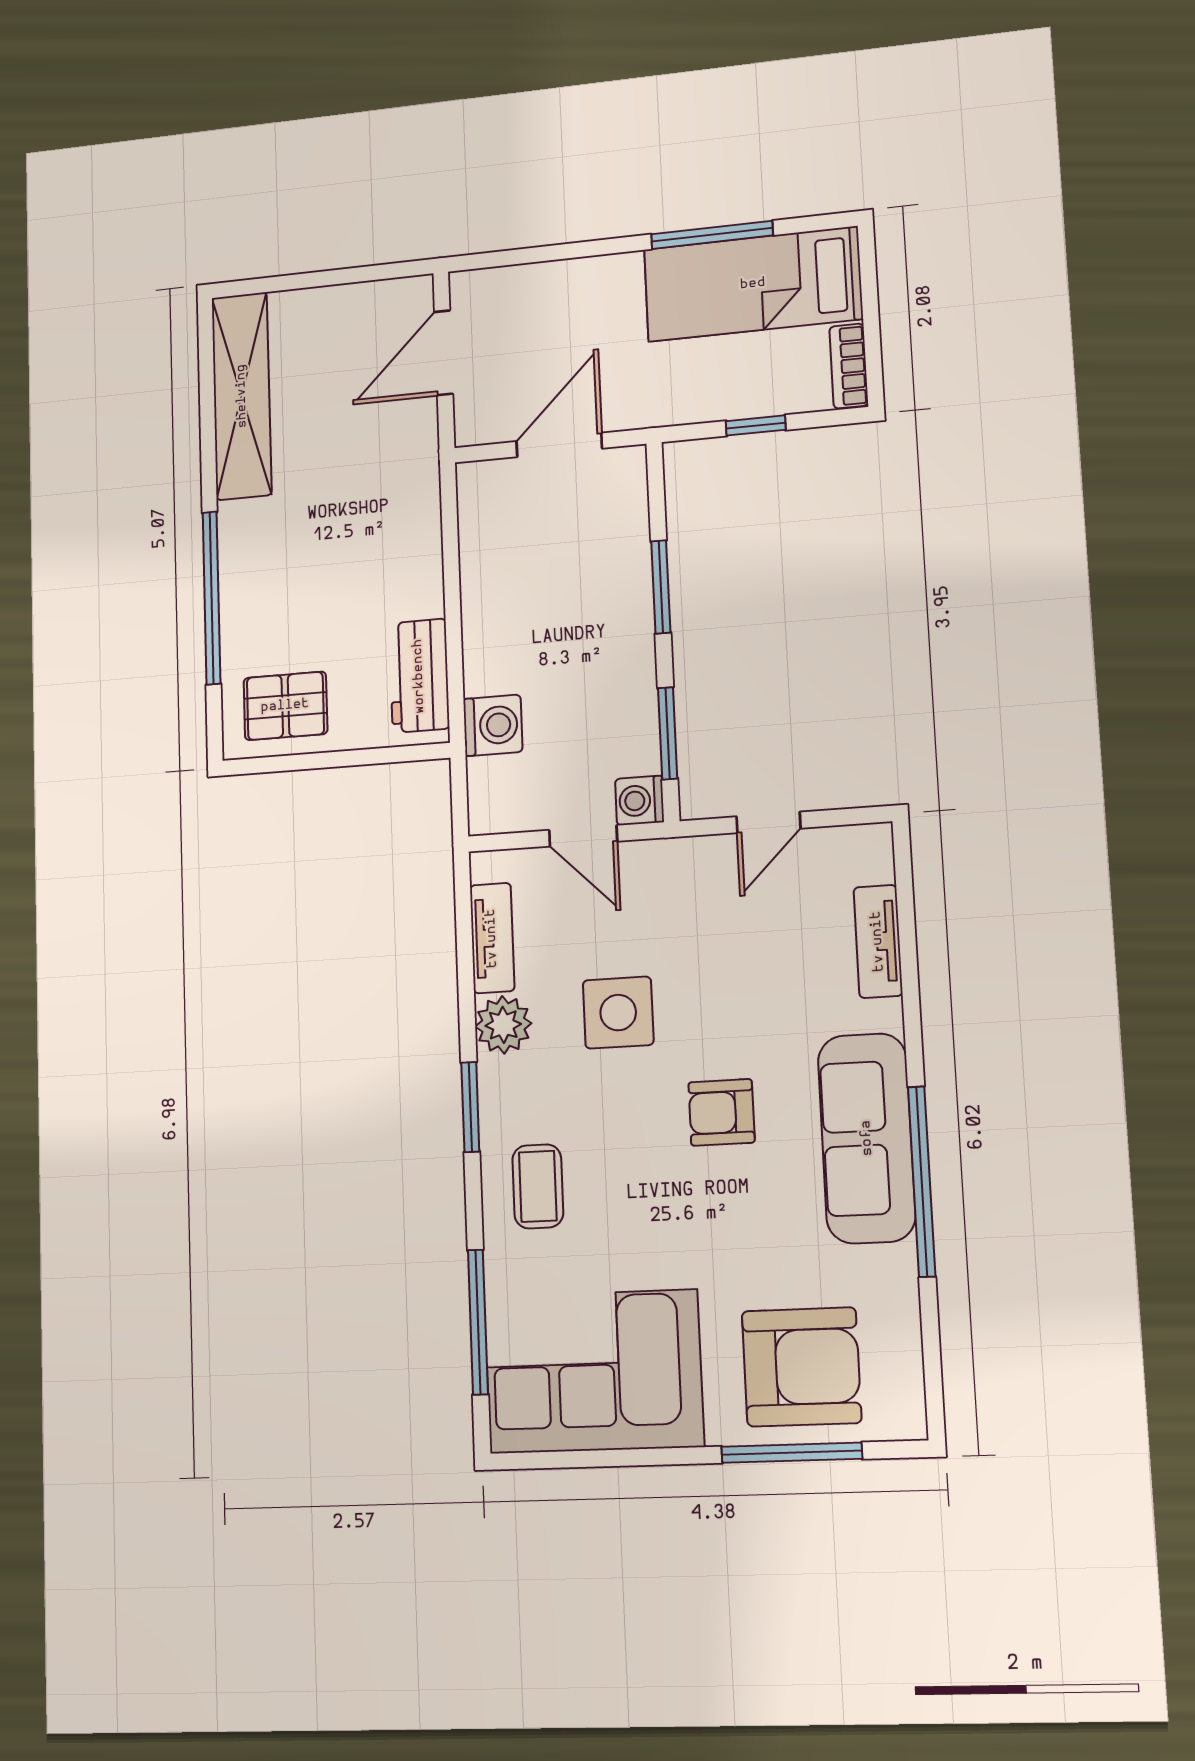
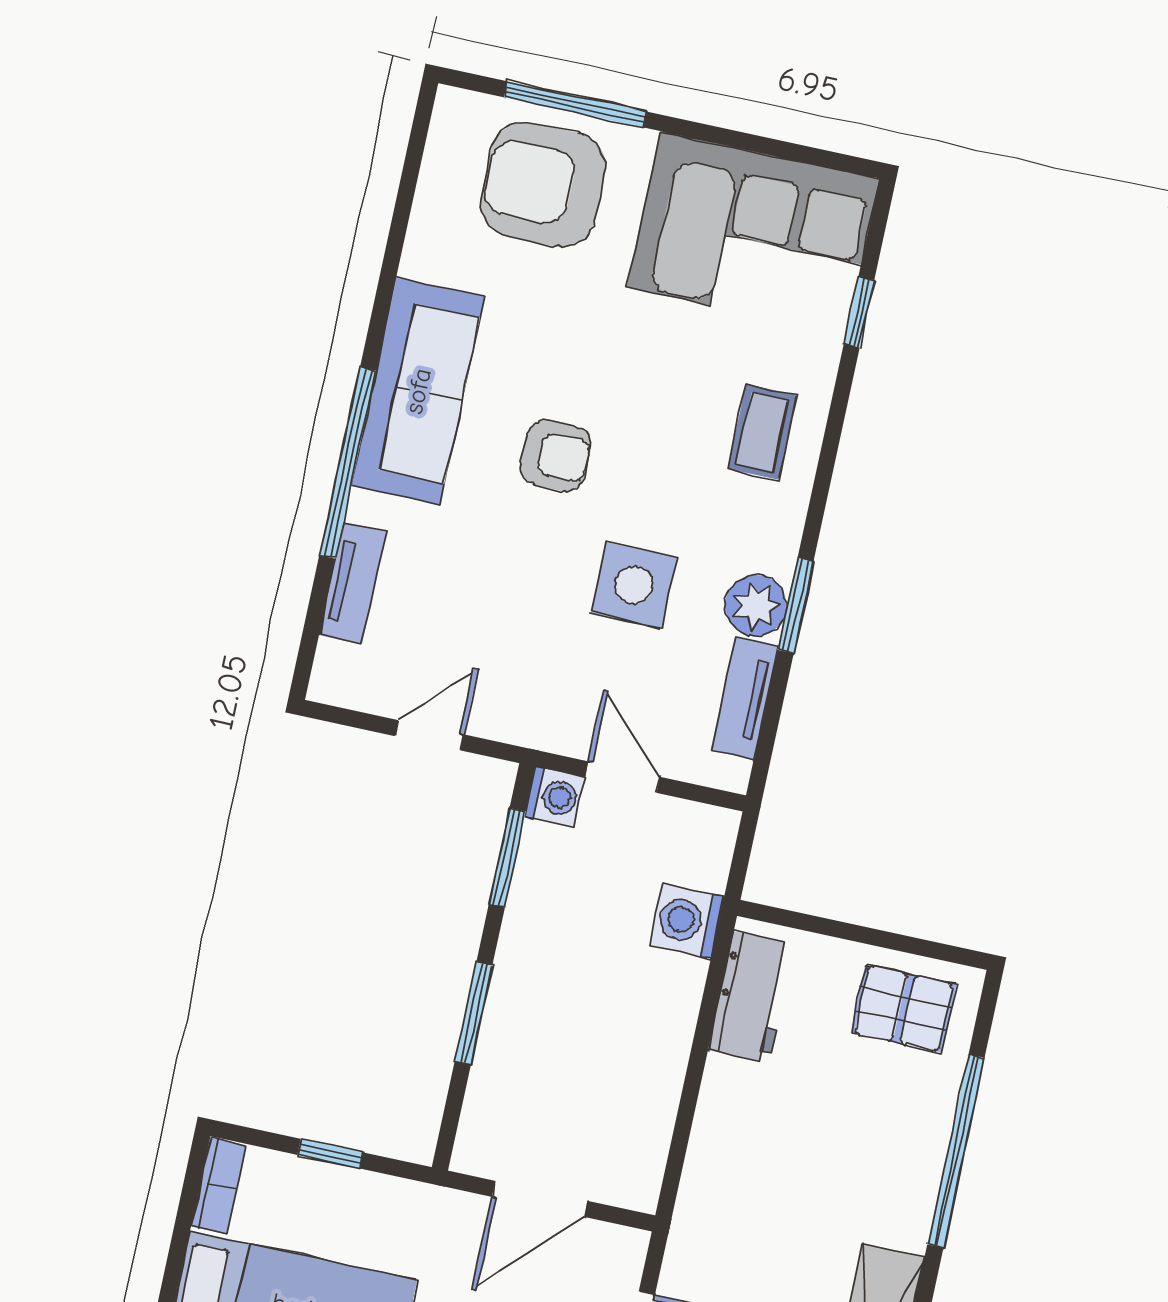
window: (470, 1107) -> (796, 606), moved
window: (922, 1181) -> (348, 463), moved
window: (478, 1322) -> (859, 312), width x0.46

